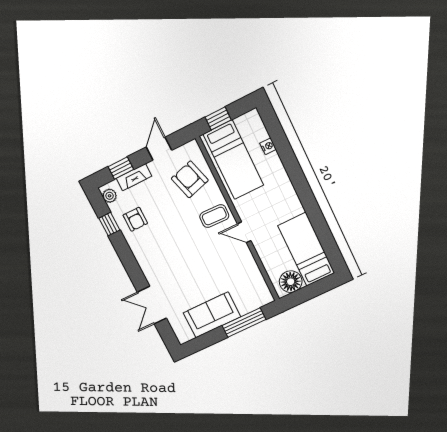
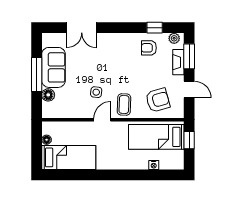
window: (121, 168) -> (189, 56), width x1.50
side table: (216, 254) -> (96, 92), added
floor lamp: (291, 282) -> (47, 140), width x0.53, depth x0.53
double door: (152, 305) -> (82, 28), swing flipped
floor lamp: (246, 306) -> (48, 95), added
window: (244, 323) -> (37, 75), moved

